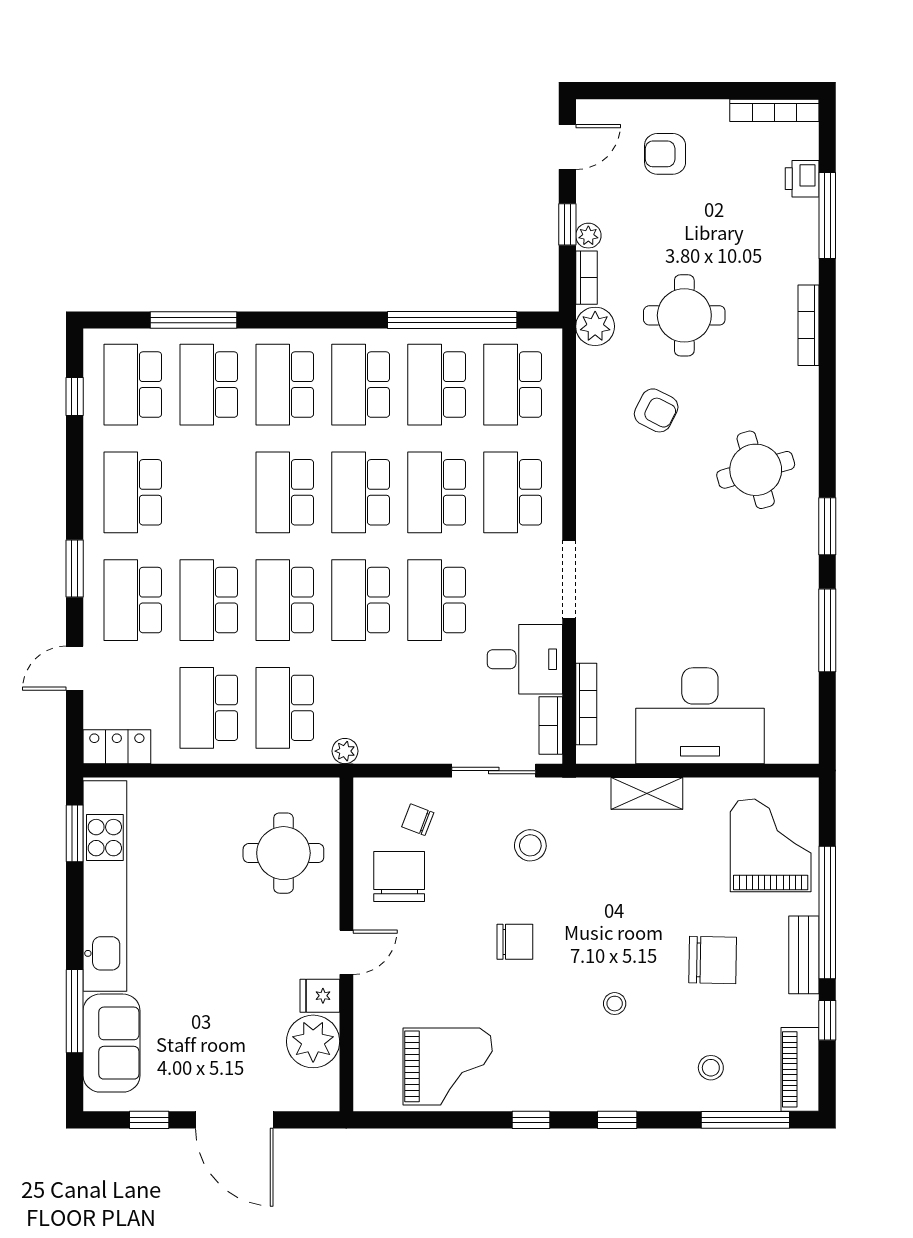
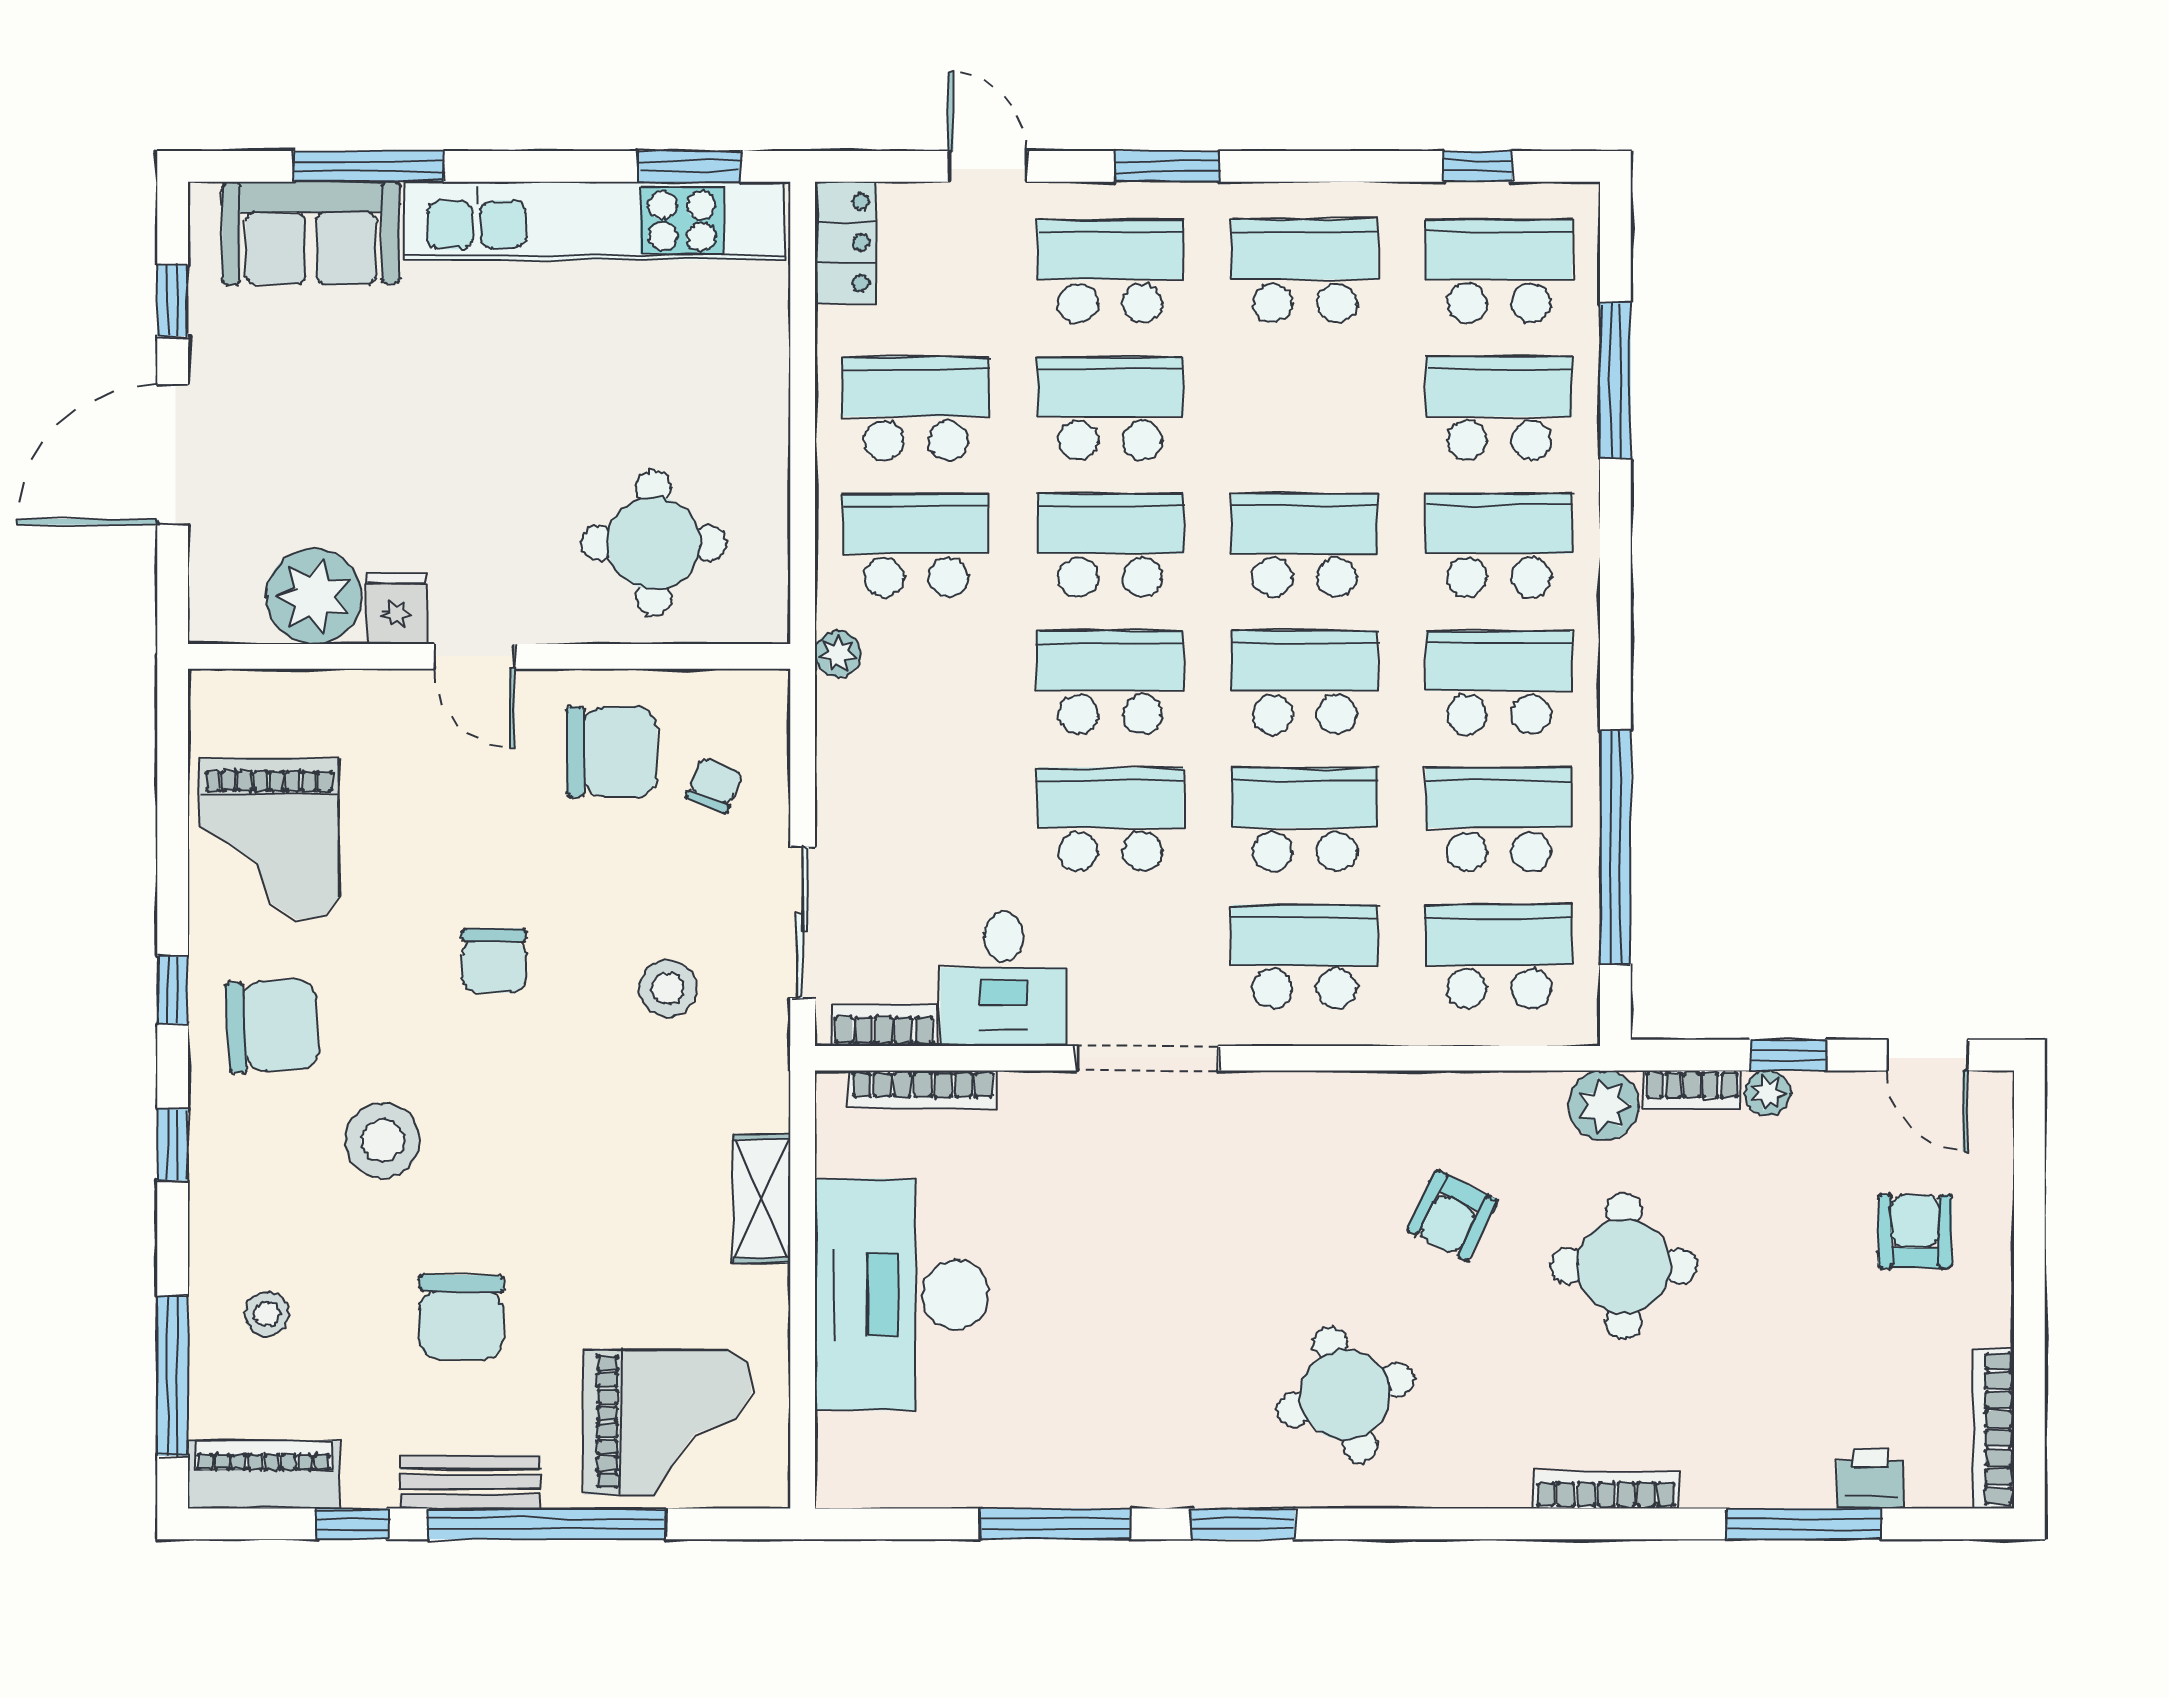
stool: (615, 1004) -> (382, 1140), width x1.89, depth x1.89
chair: (551, 1064) -> (272, 1026), added

